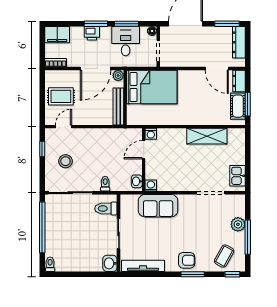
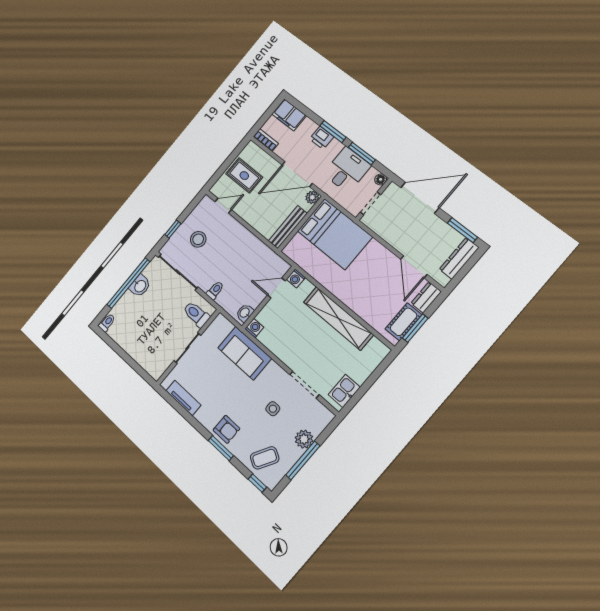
shelving: (207, 136) -> (338, 318), width x1.47
window: (42, 149) -> (173, 229), moved
side table: (204, 223) -> (273, 409), added
washbasin: (110, 263) -> (140, 286), moved, turned 180
tv unit: (143, 266) -> (183, 398), width x0.71

